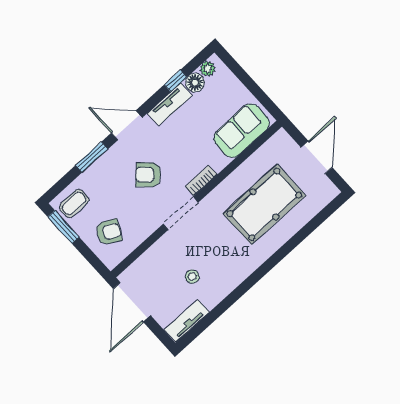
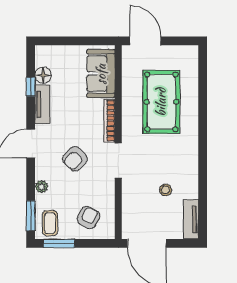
plant: (208, 69) -> (42, 187), moved
window: (92, 157) -> (31, 216), moved
door: (317, 157) -> (145, 41), moved
bookcase: (201, 181) -> (109, 121), width x1.56

